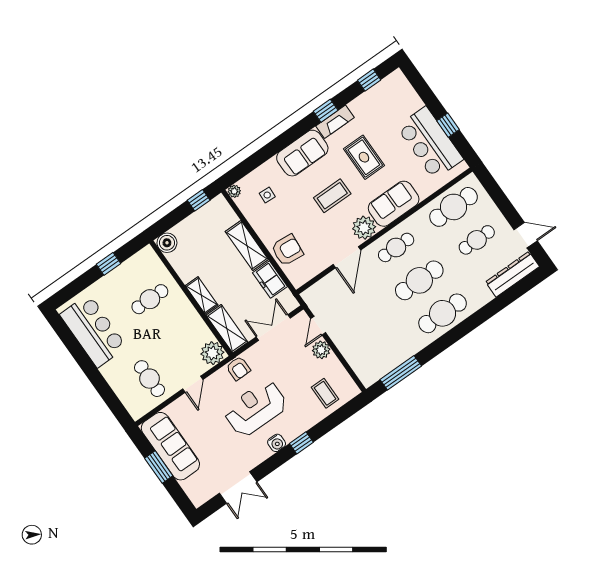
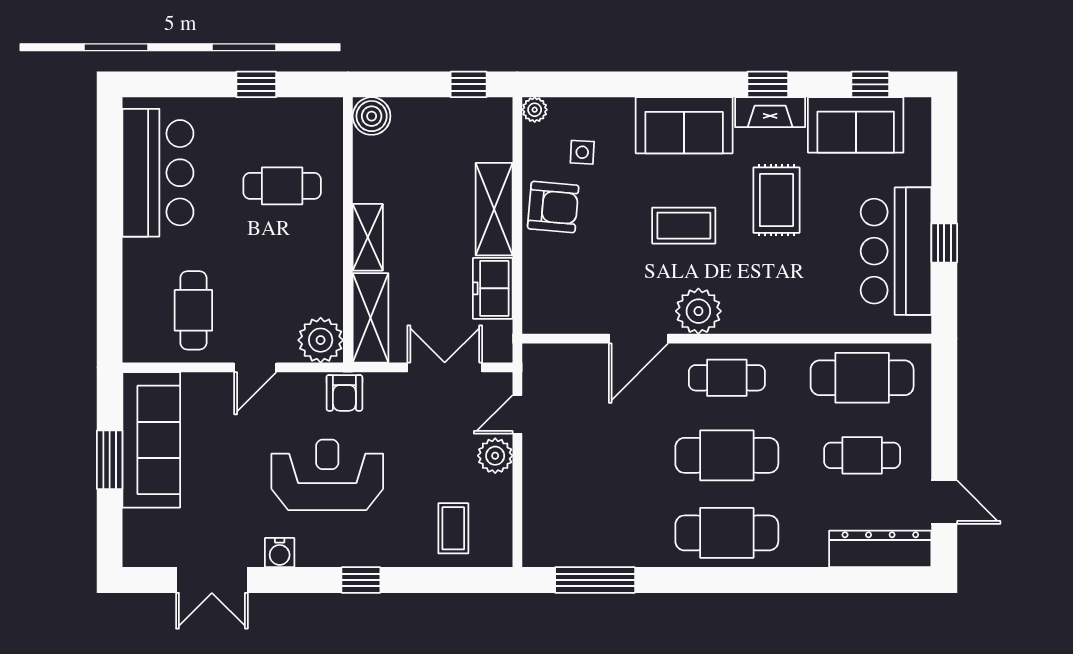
sofa: (394, 204) -> (856, 125), moved, turned 180
armchair: (287, 250) -> (553, 207), moved
water cooler: (277, 443) -> (280, 553), moved

